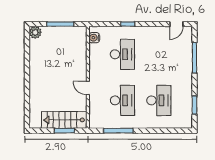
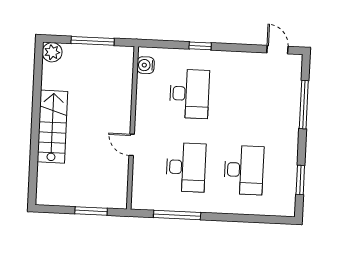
door: (176, 24) -> (277, 50), swing flipped
stairs: (64, 120) -> (52, 127), moved, turned 90

